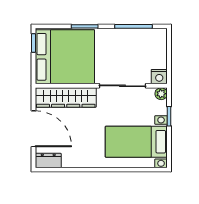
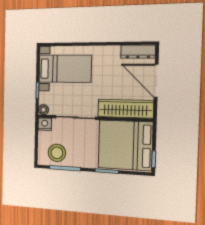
stool: (144, 44) -> (57, 153), added
dresser: (48, 161) -> (138, 52), width x1.44

